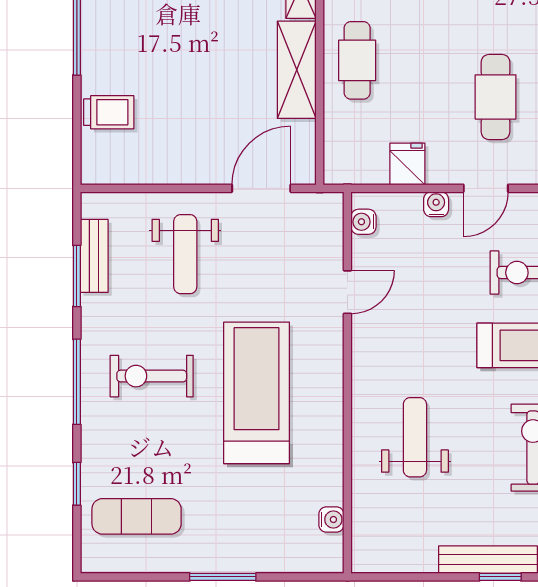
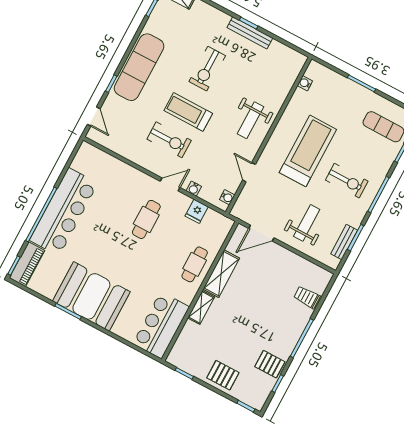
door: (347, 292) -> (249, 172), hinge flipped
treadmill: (257, 393) -> (308, 151), turned 180
weight bench: (415, 437) -> (250, 120), moved

